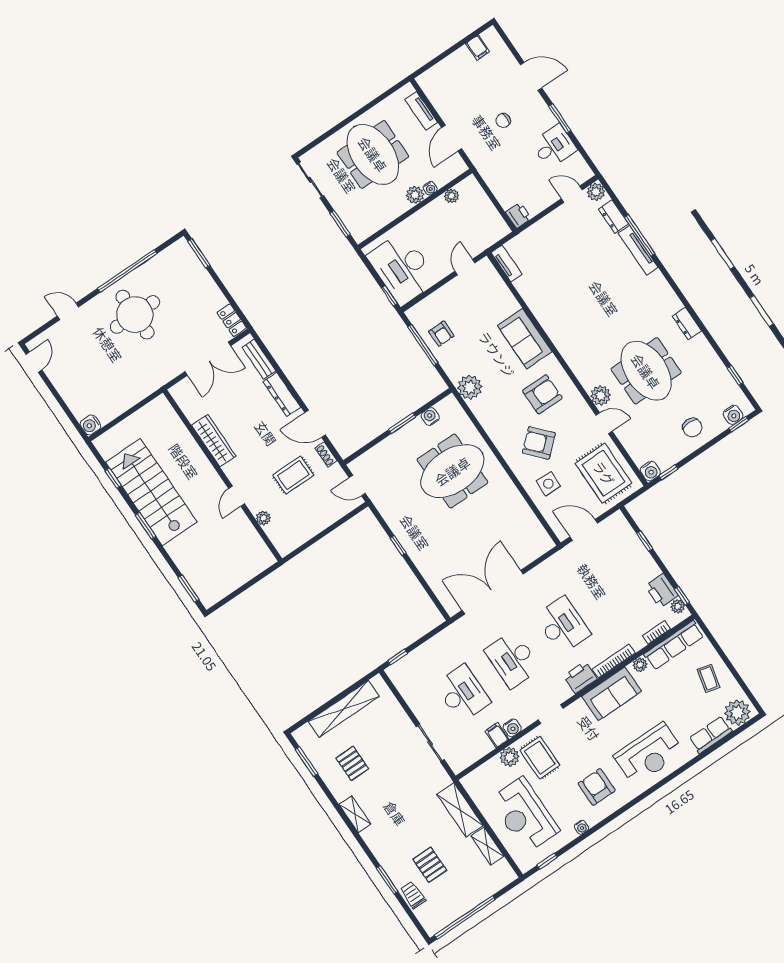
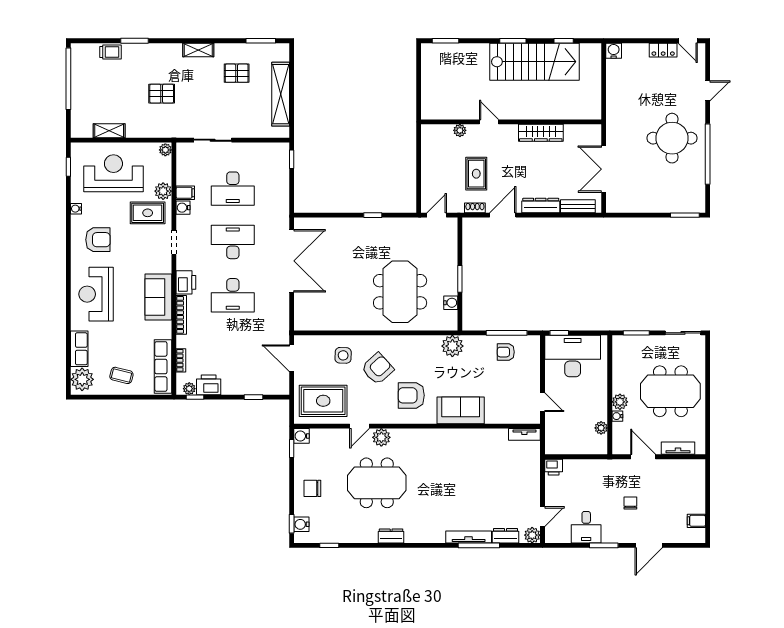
locker: (232, 320) -> (663, 50), moved, turned 180
armchair: (542, 394) -> (411, 395), turned 90
door: (584, 530) -> (292, 358), swing flipped
plant: (640, 665) -> (165, 150), moved
shelving: (460, 810) -> (149, 129), removed
pallet: (430, 865) -> (162, 94), moved

